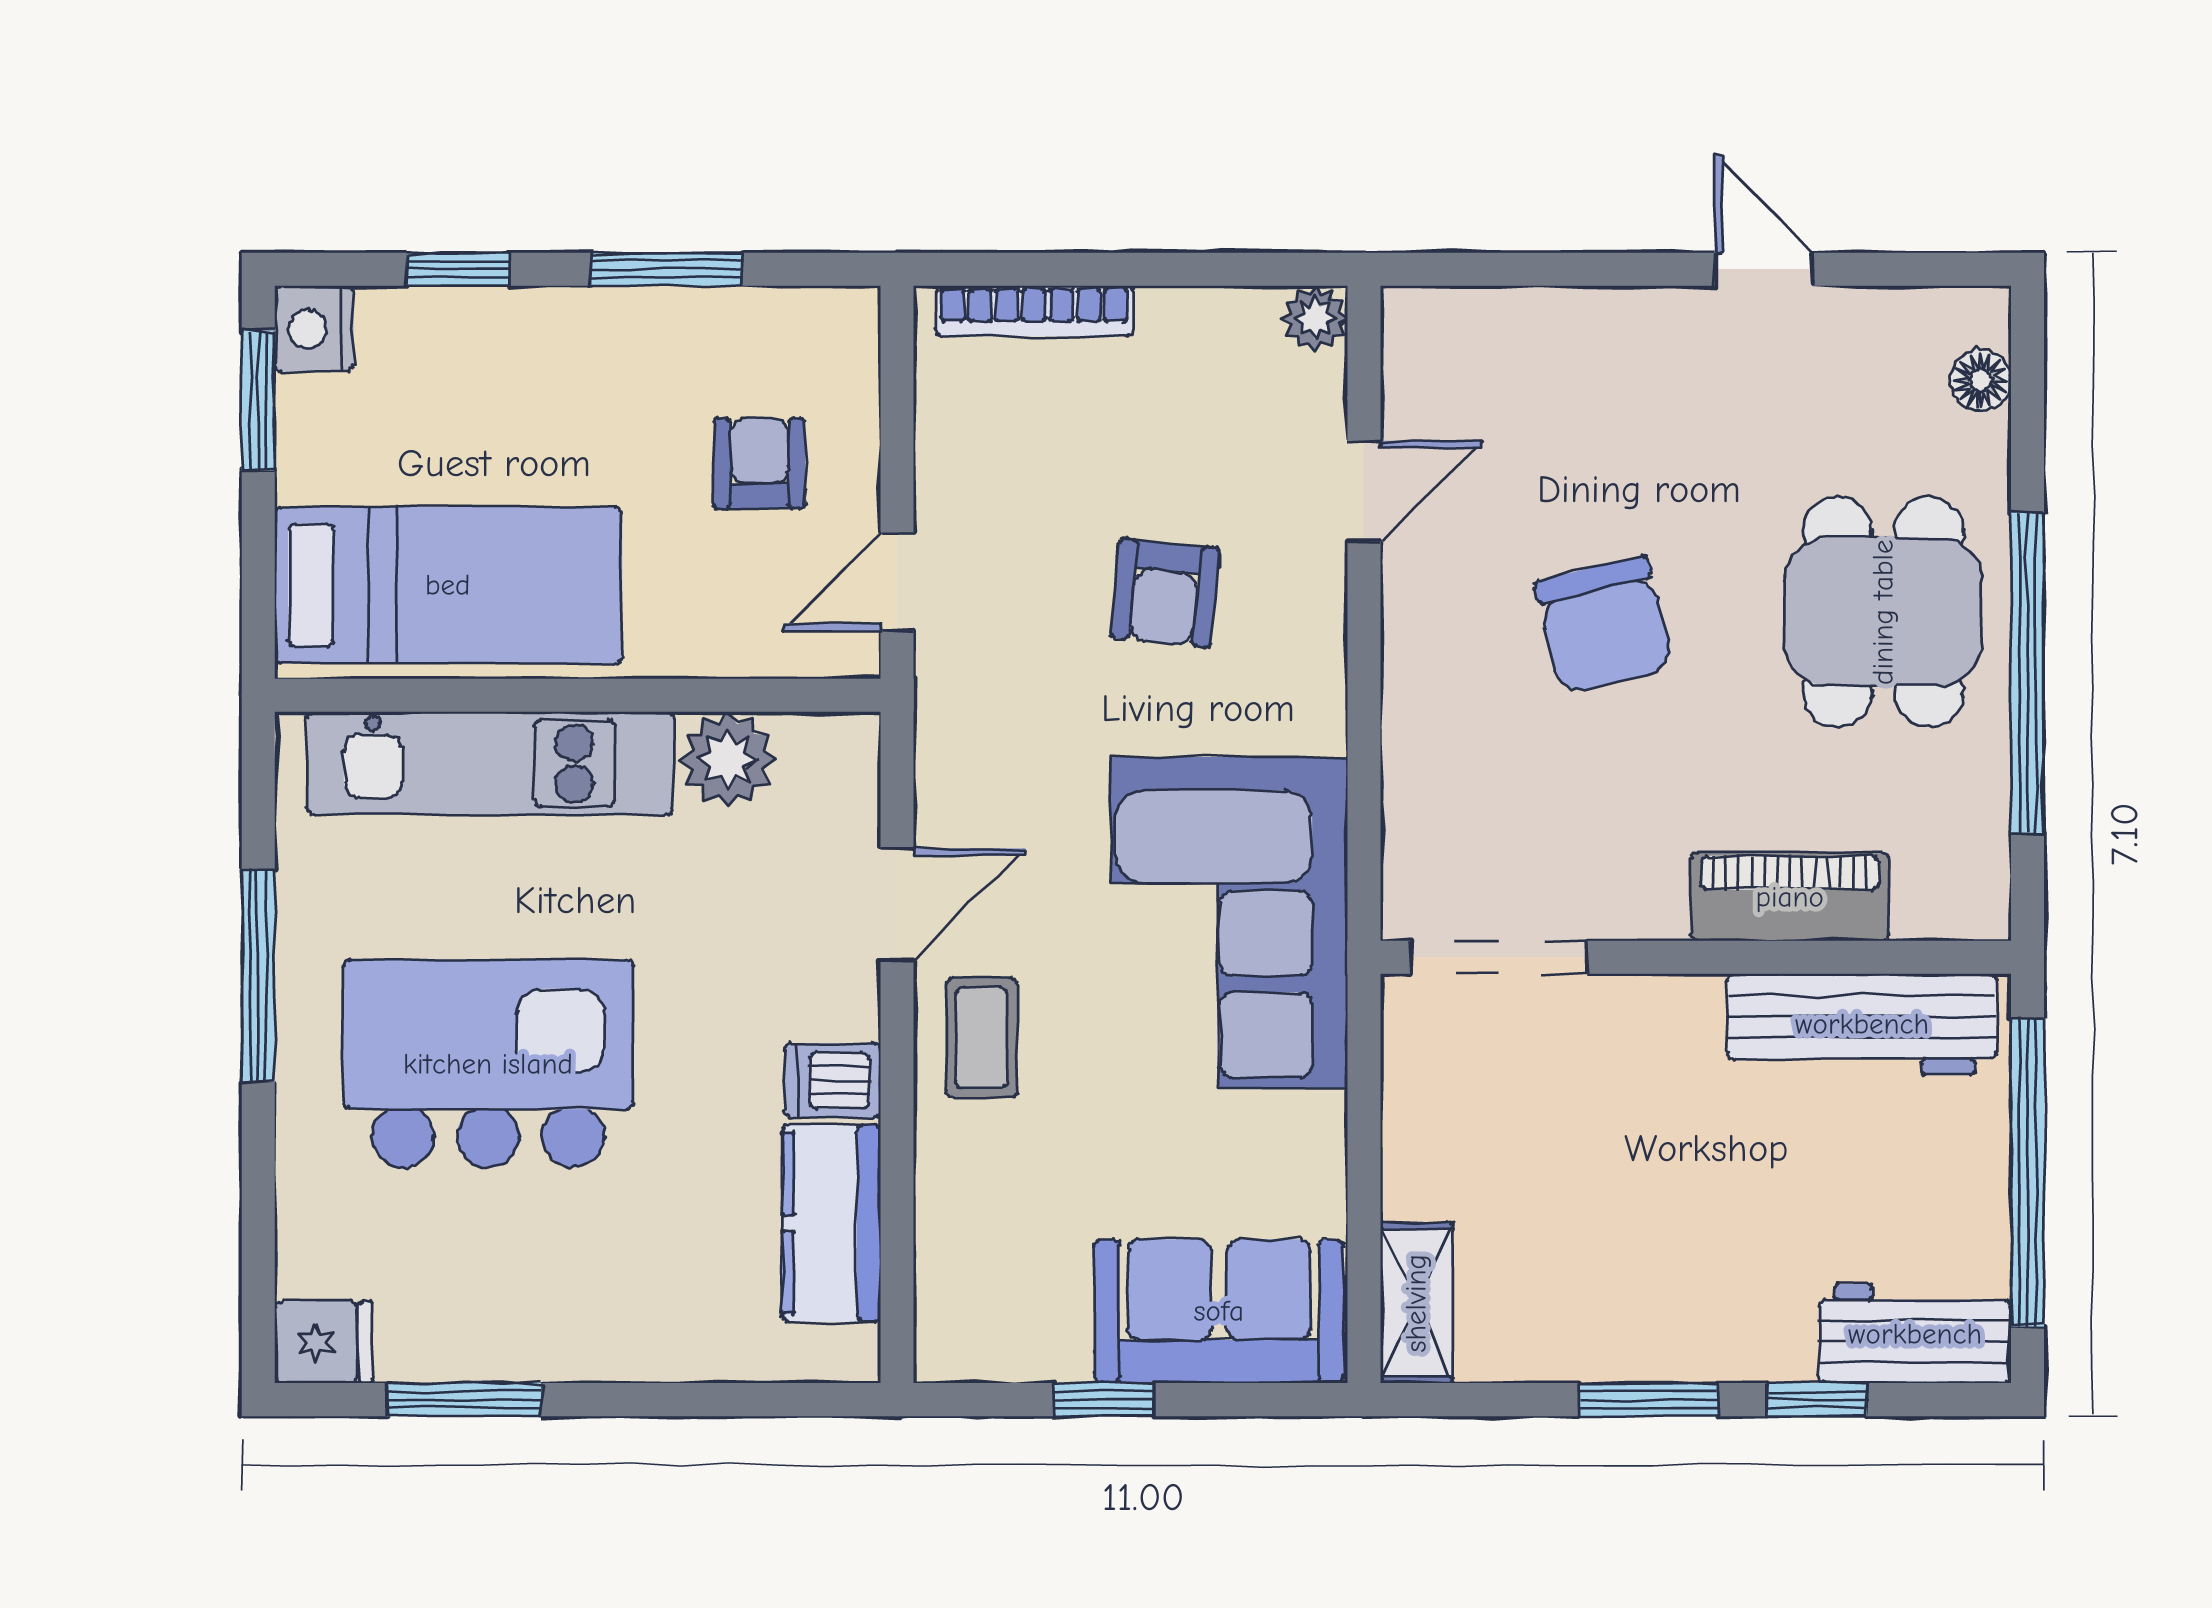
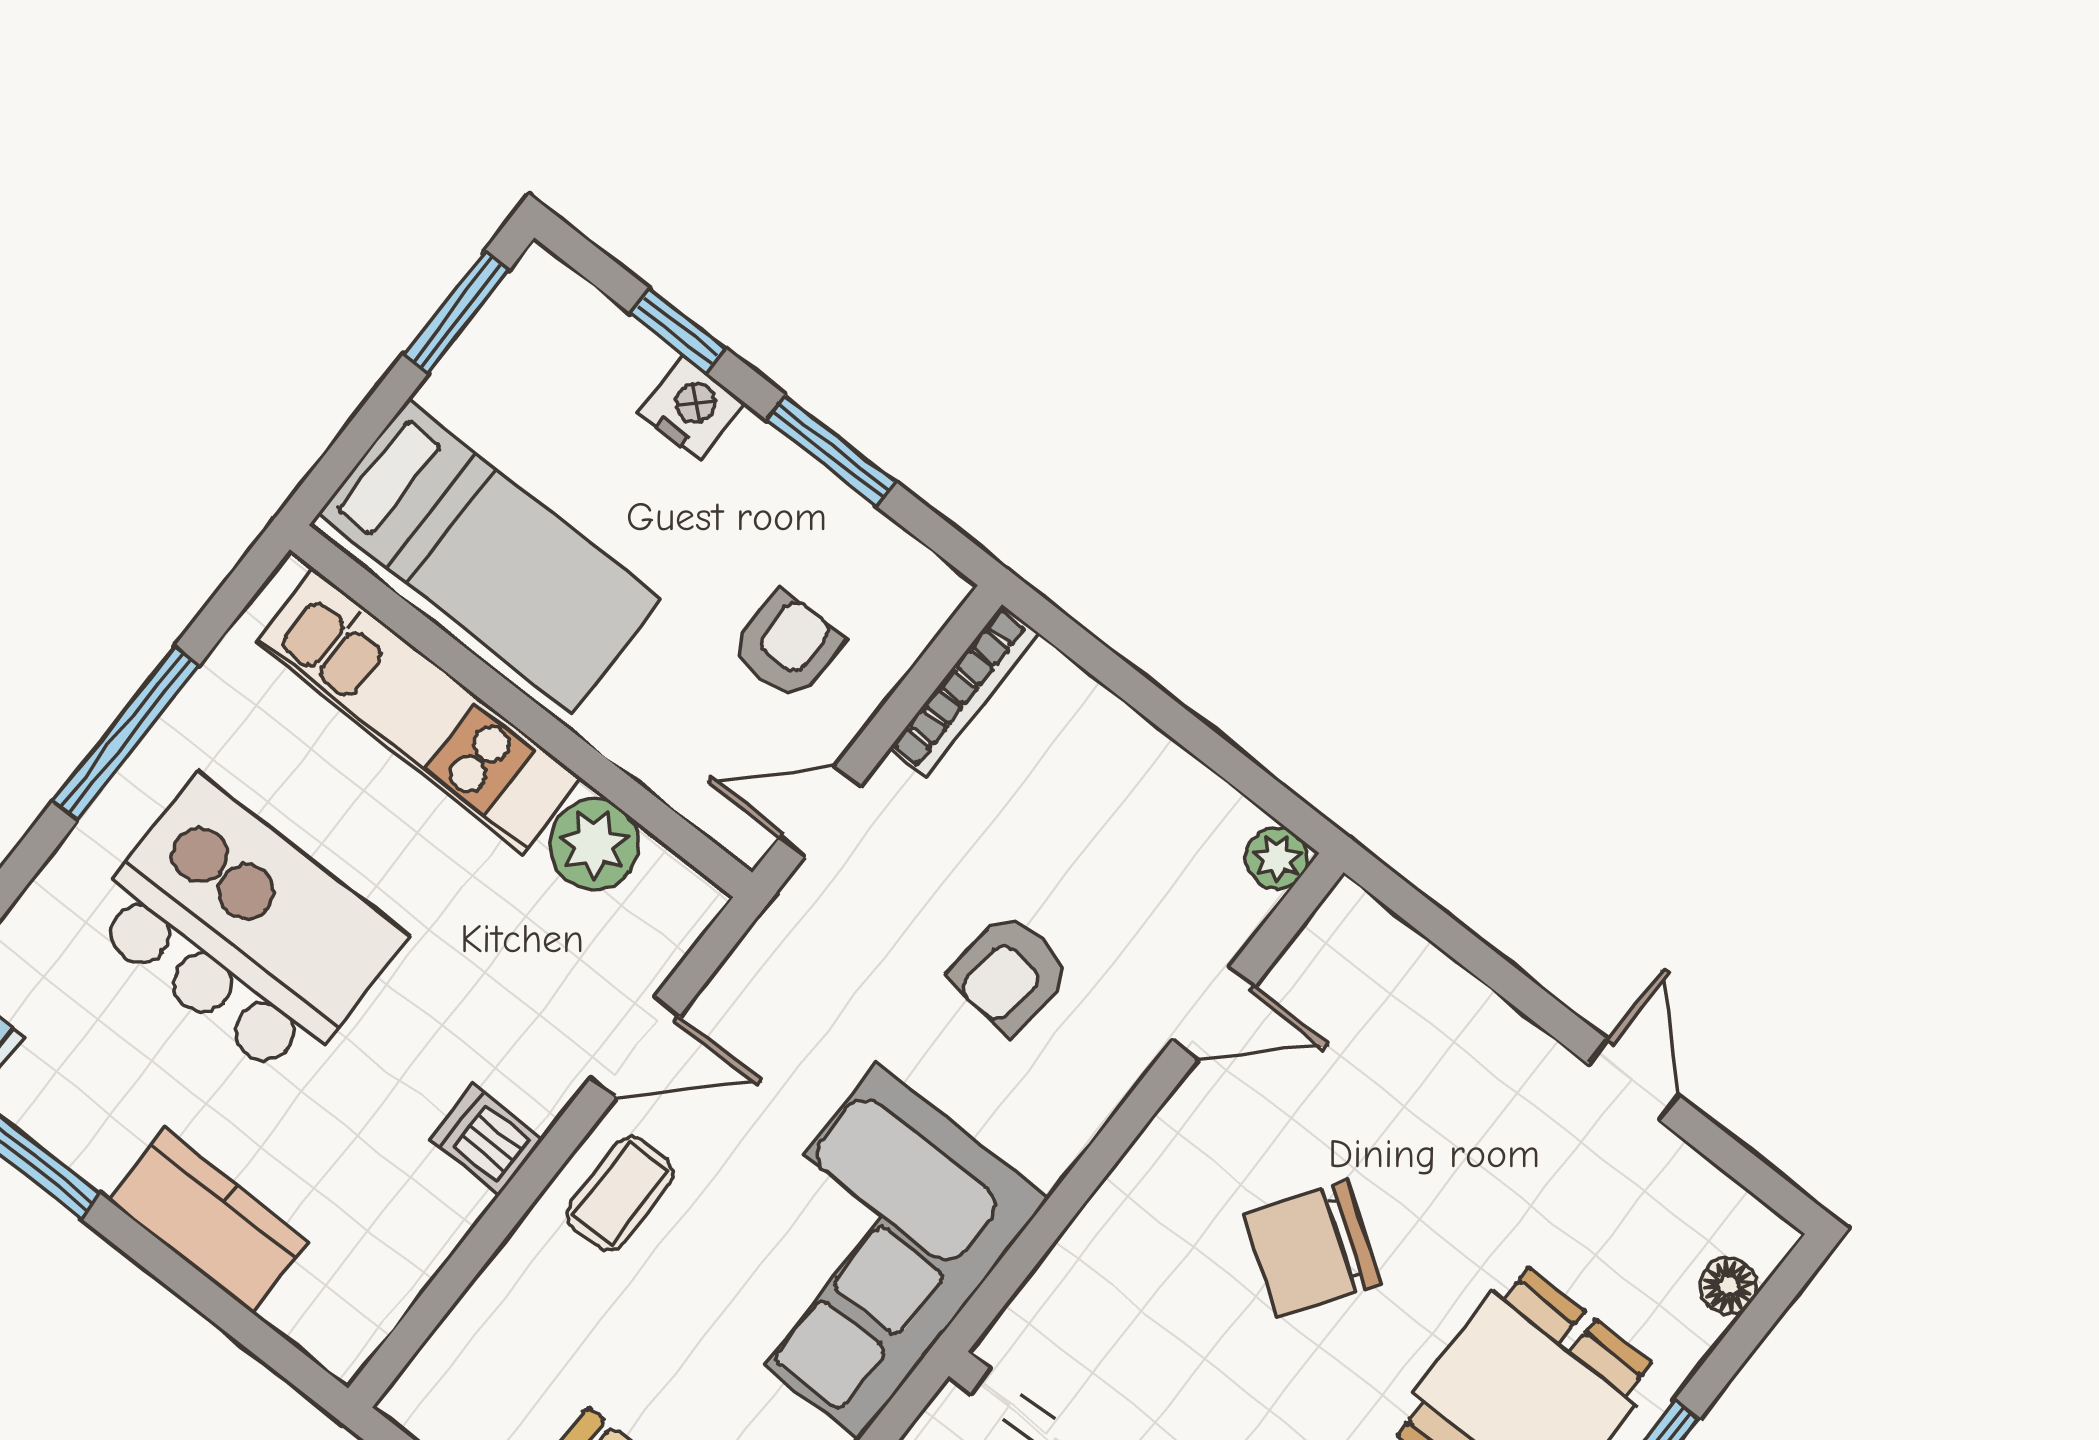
bookcase: (1034, 311) -> (964, 691), moved, turned -90
nightstand: (314, 329) -> (692, 408), moved, turned 90
chair: (1604, 625) -> (1312, 1249), turned 48
kitchen counter: (831, 1223) -> (208, 1221), moved, turned 90

